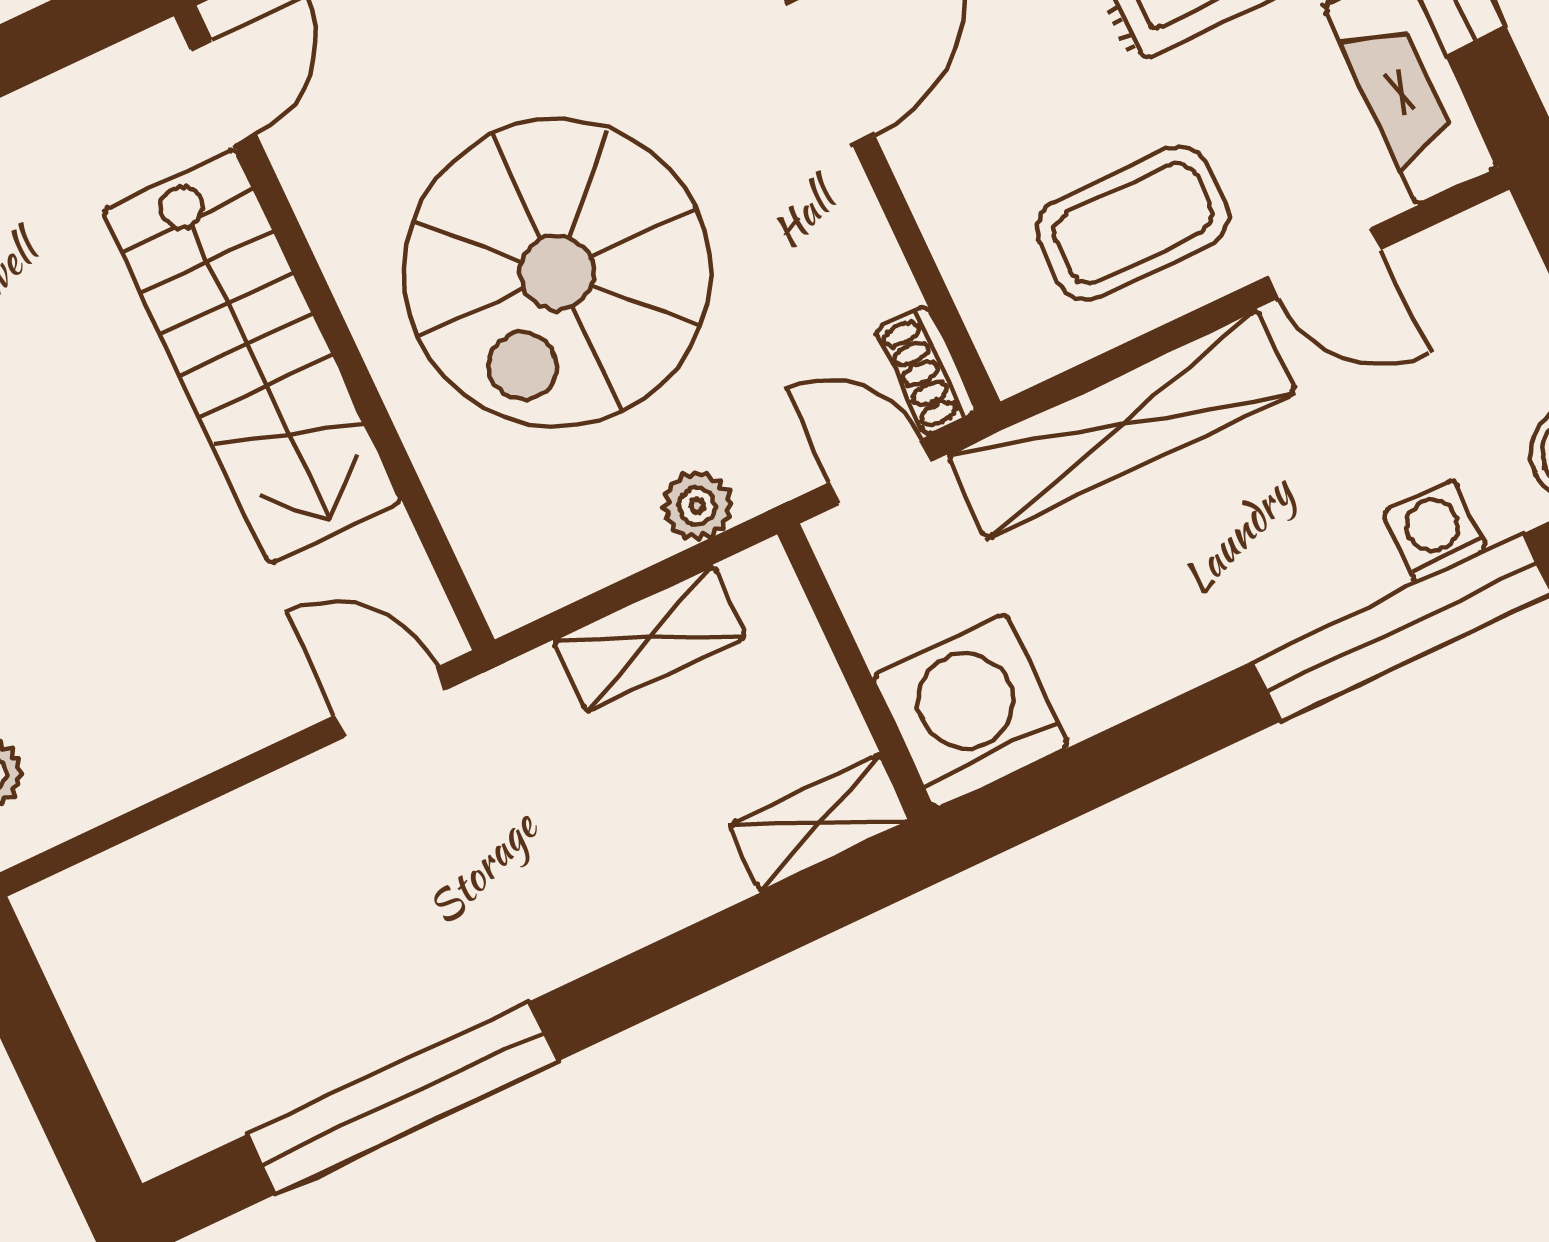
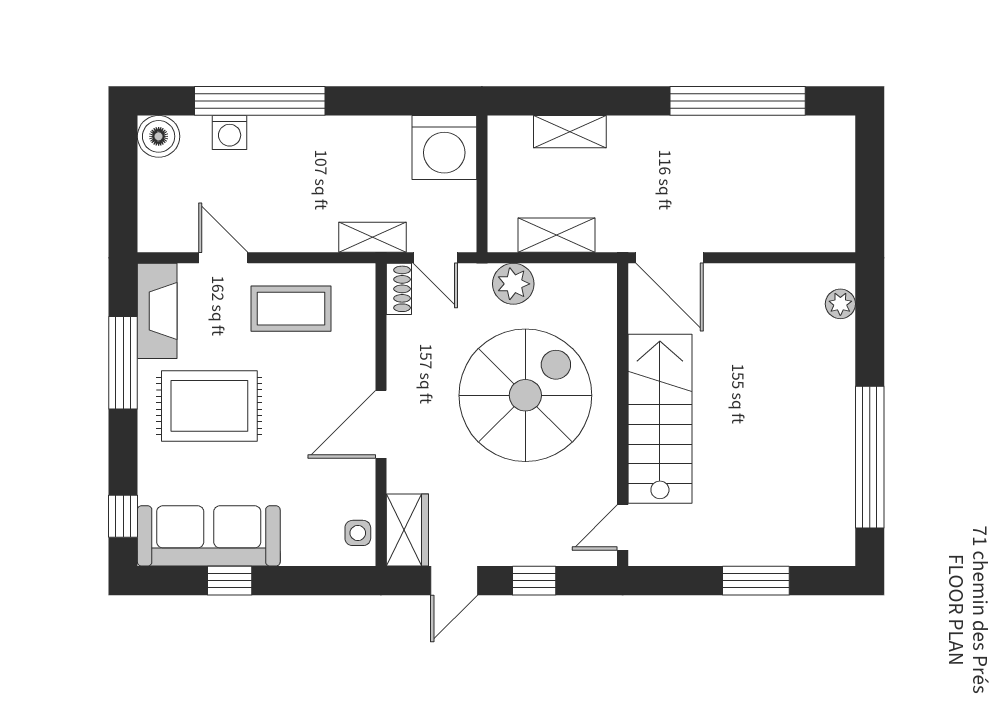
shelving: (1122, 424) -> (373, 237), width x0.45, depth x0.75
plant: (697, 506) -> (513, 284), width x1.38, depth x1.38
door: (391, 702) -> (670, 258), width x1.38
shelving: (820, 823) -> (570, 132), moved

